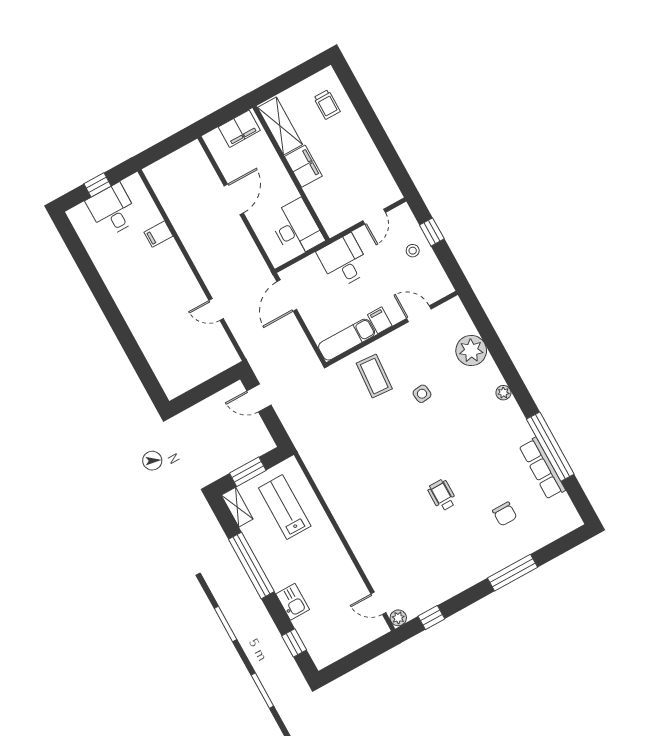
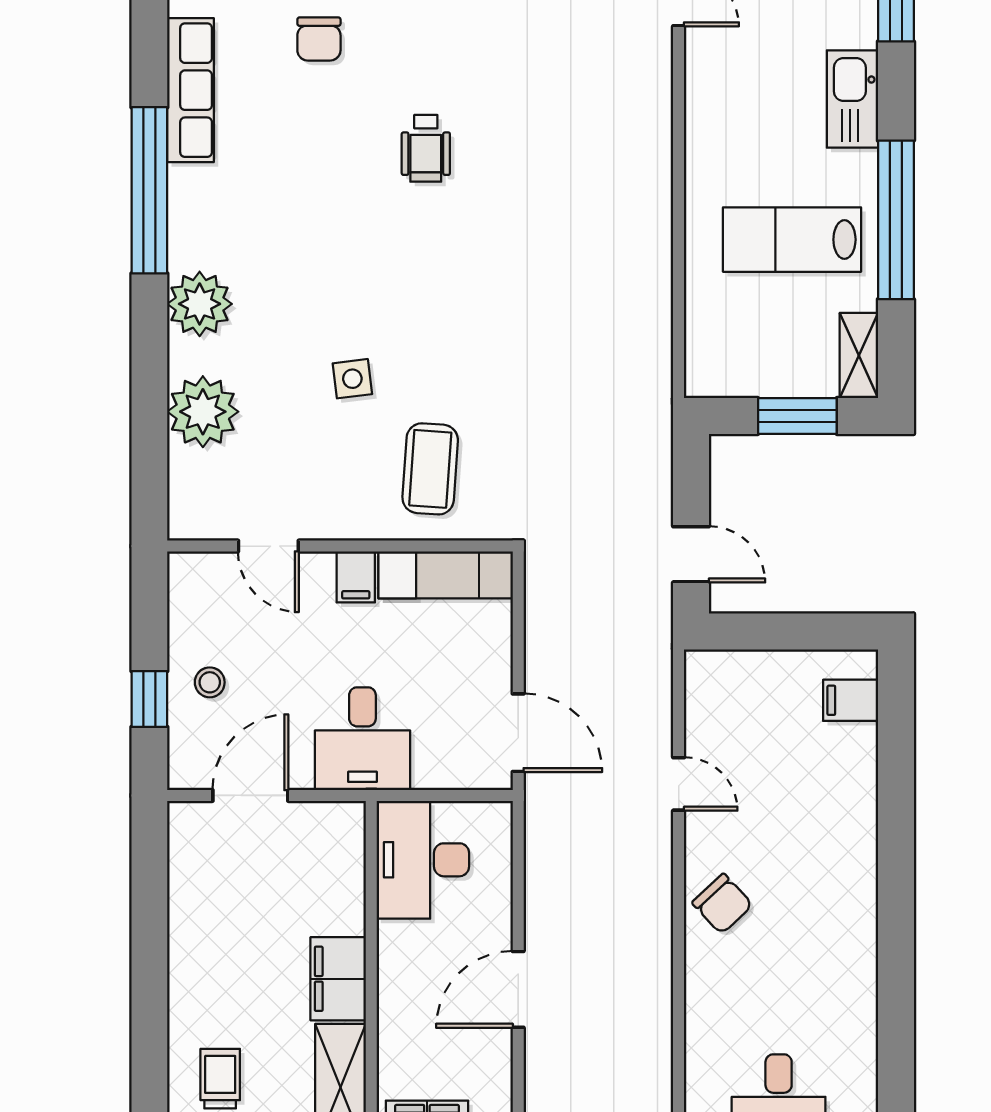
door: (374, 217) -> (250, 795), width x1.38
filing cabinet: (159, 234) -> (851, 700), moved, turned 180
chair: (175, 274) -> (722, 904), added
door: (287, 295) -> (518, 733), hinge flipped
plant: (503, 393) -> (200, 304), width x1.88, depth x1.88
window: (550, 447) -> (149, 190), moved
lab bench: (285, 507) -> (792, 240), moved, turned 90
chair: (505, 514) -> (319, 39), turned 180
kitchen sink: (293, 602) -> (852, 99), width x1.38

